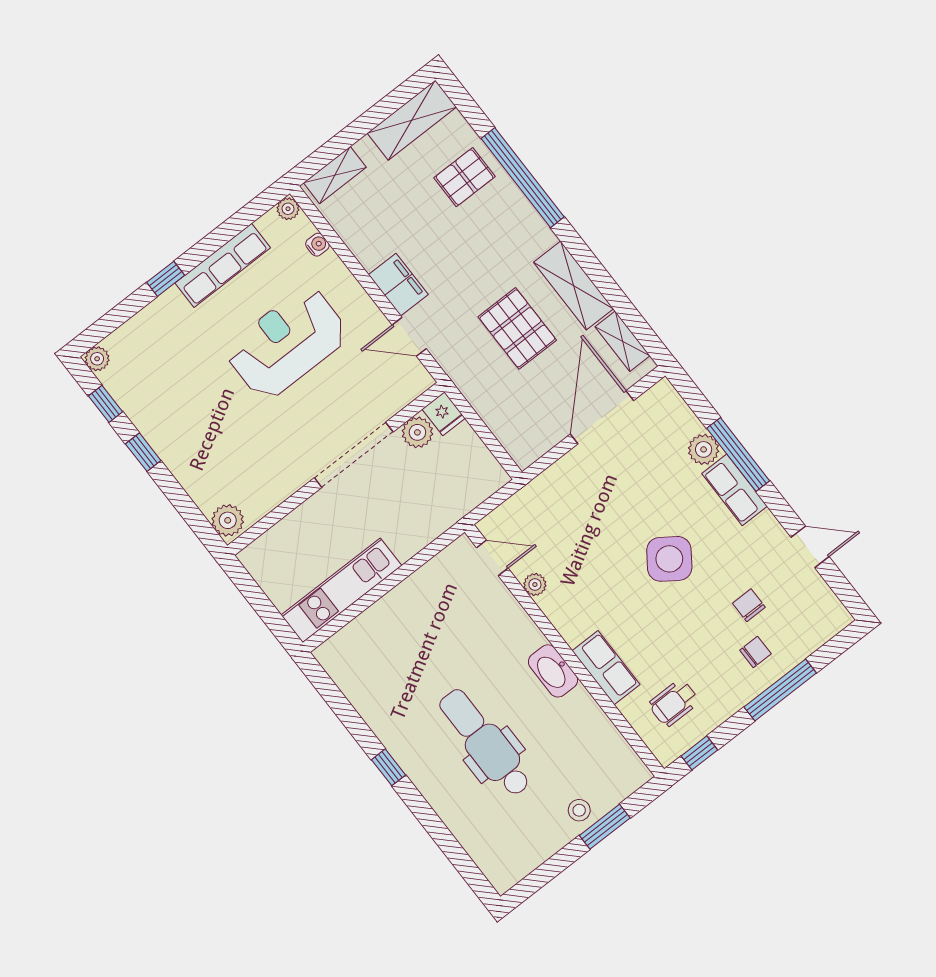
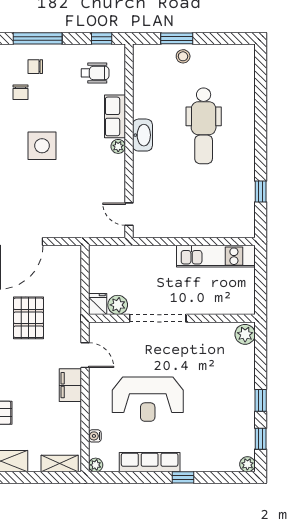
side table: (669, 559) -> (42, 146), turned -35
plant: (535, 585) -> (118, 146), moved
window: (389, 767) -> (261, 192), moved

